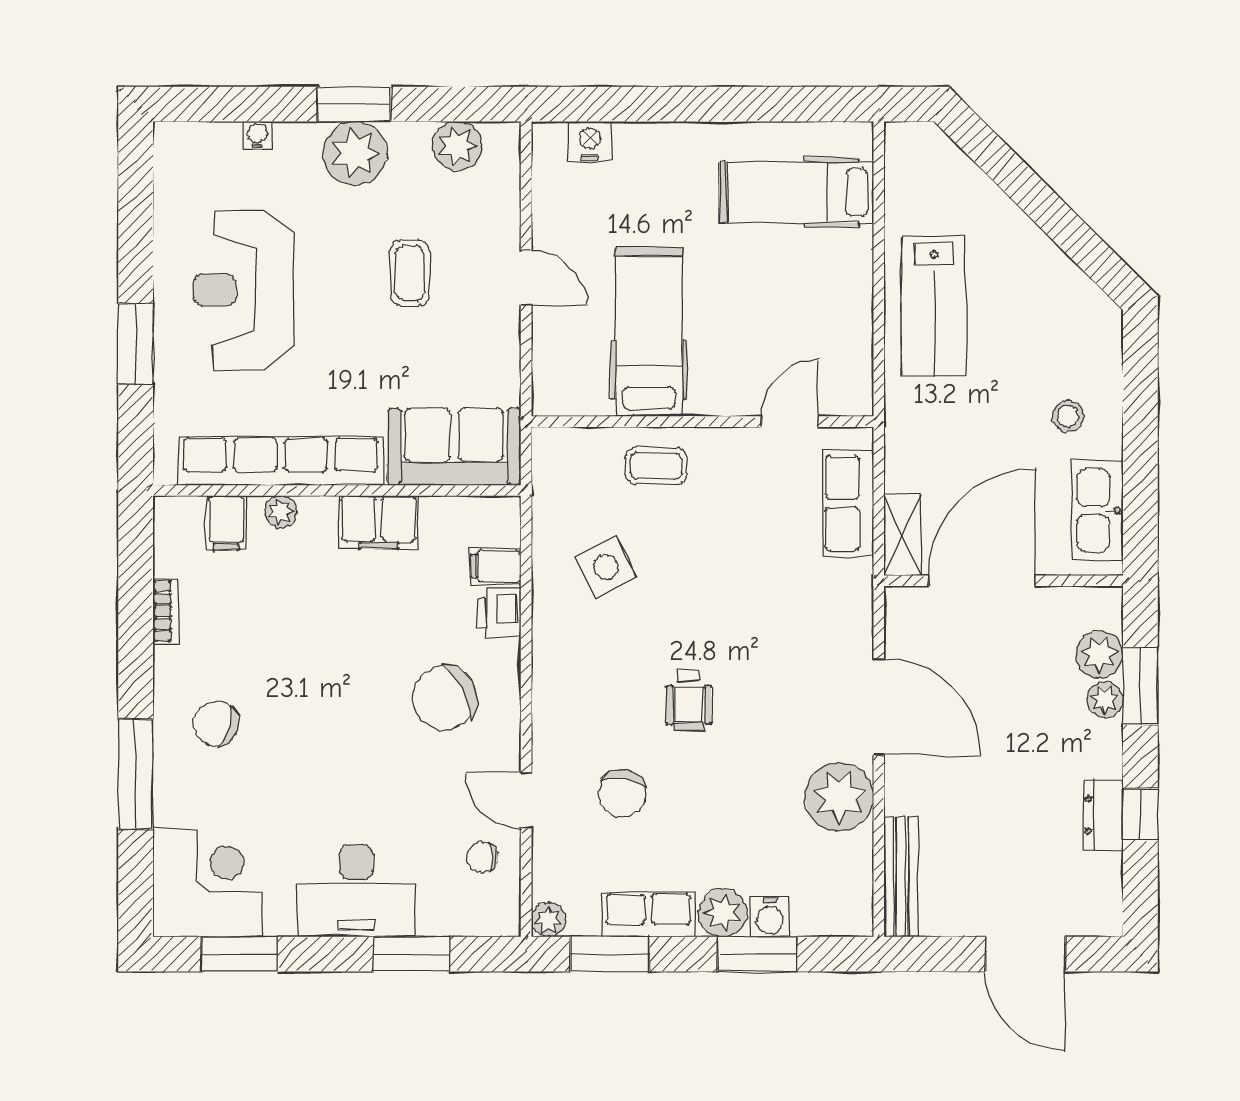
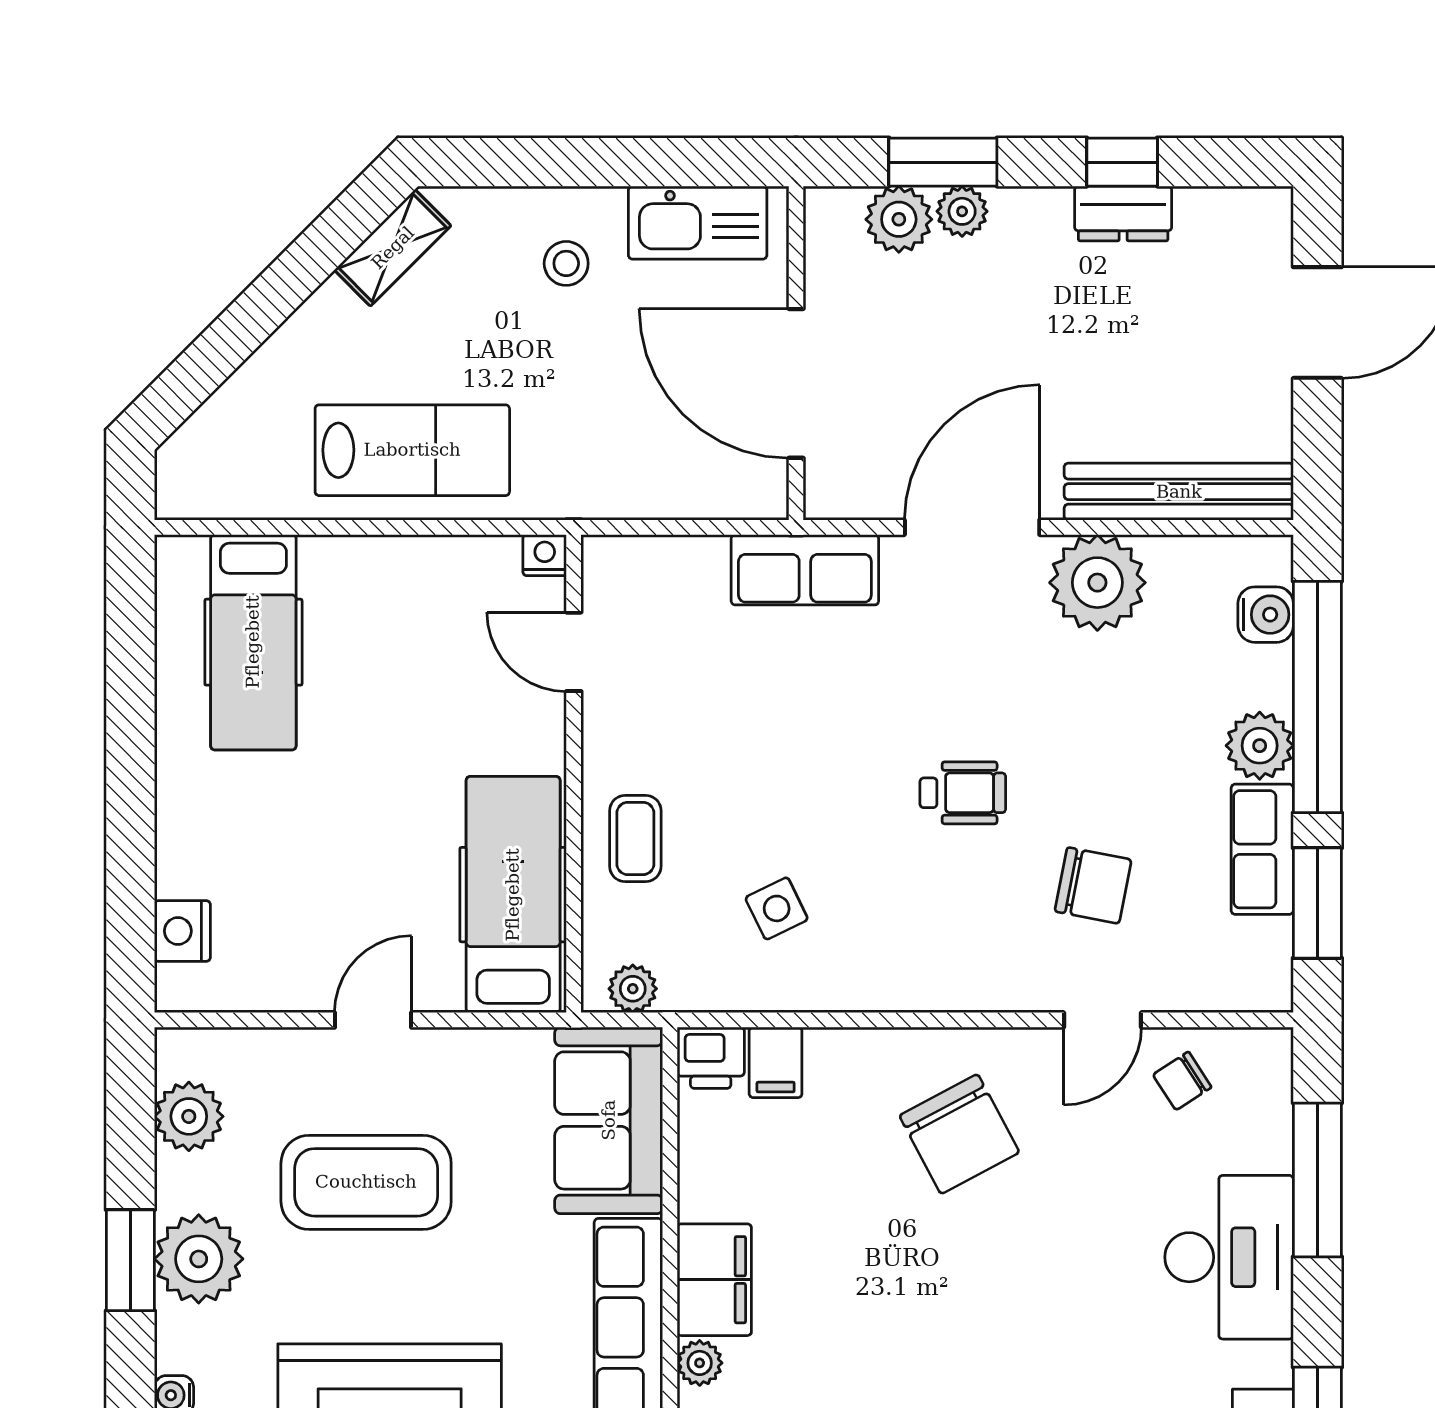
coffee table: (410, 273) -> (366, 1182), width x1.86, depth x1.72
hospital bed: (649, 332) -> (513, 895), moved, turned 90
nightstand: (859, 401) -> (545, 555), added
row of seats: (848, 503) -> (805, 570), moved
filing cabinet: (379, 522) -> (714, 1280), moved
shelving: (902, 535) -> (393, 248), moved, turned -45
side table: (606, 567) -> (777, 908), width x0.73, depth x0.73
printer: (499, 613) -> (711, 1058), moved
chair: (482, 857) -> (1182, 1081), turned 57
bench: (901, 877) -> (1179, 492), width x1.37, depth x1.21
water cooler: (770, 917) -> (1266, 615), moved
plant: (548, 920) -> (633, 989), moved
window: (412, 954) -> (1317, 1180), width x1.44
window: (757, 954) -> (1317, 697), width x2.11

